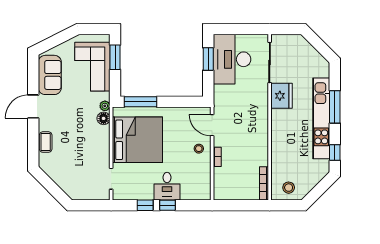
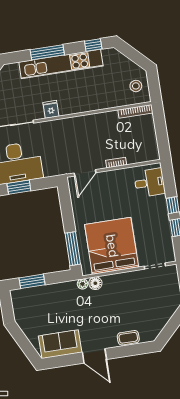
corner sofa: (92, 67) -> (45, 303), removed
fridge: (282, 96) -> (51, 109), width x0.53, depth x0.75
stool: (199, 149) -> (111, 183), removed
desk: (167, 186) -> (149, 183), moved

